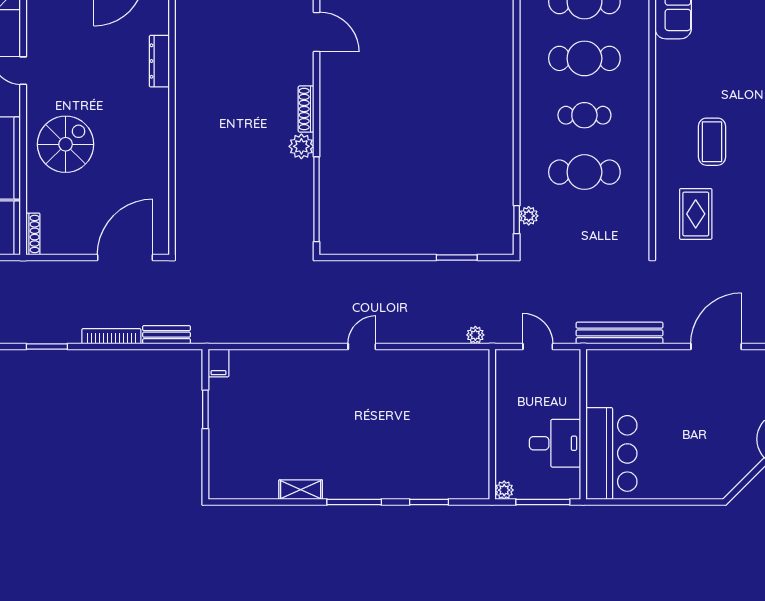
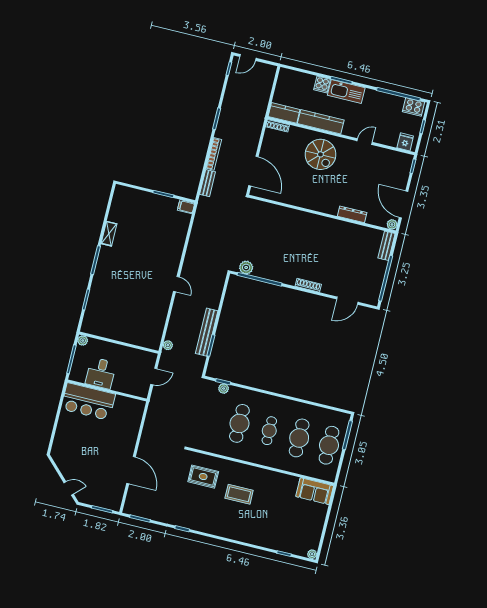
plant: (301, 146) -> (246, 268), moved
bench: (619, 333) -> (207, 332), moved

